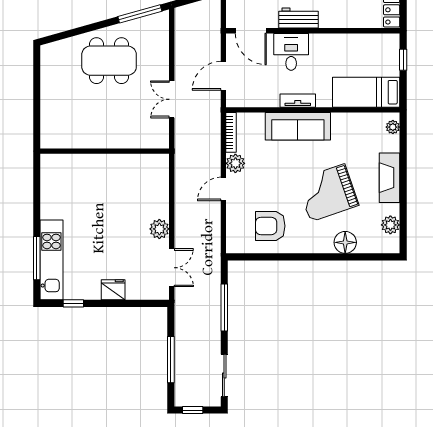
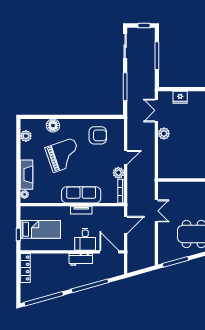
bed: (366, 92) -> (40, 229), moved
fireplace: (389, 178) -> (27, 175), moved
fridge: (113, 290) -> (180, 97), moved

